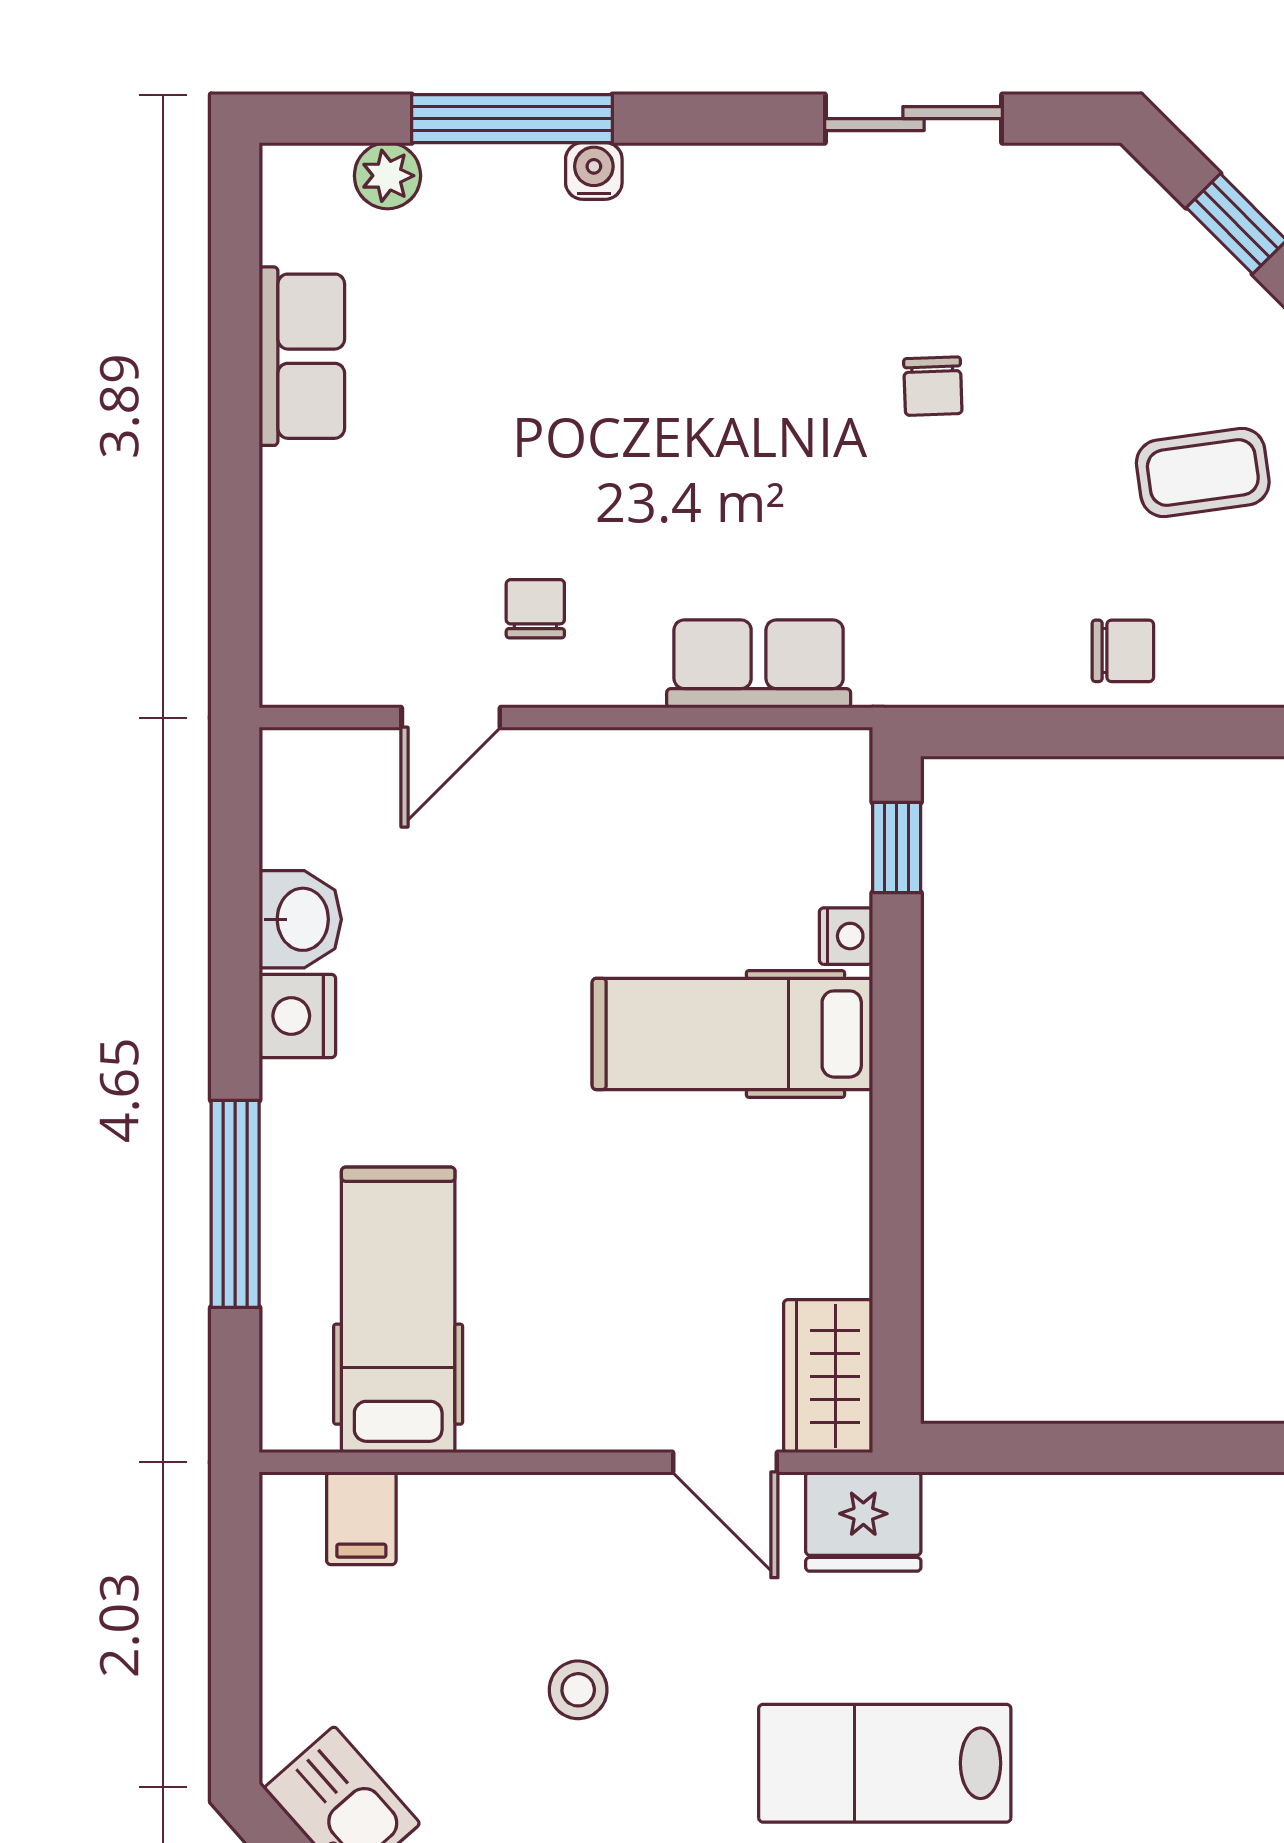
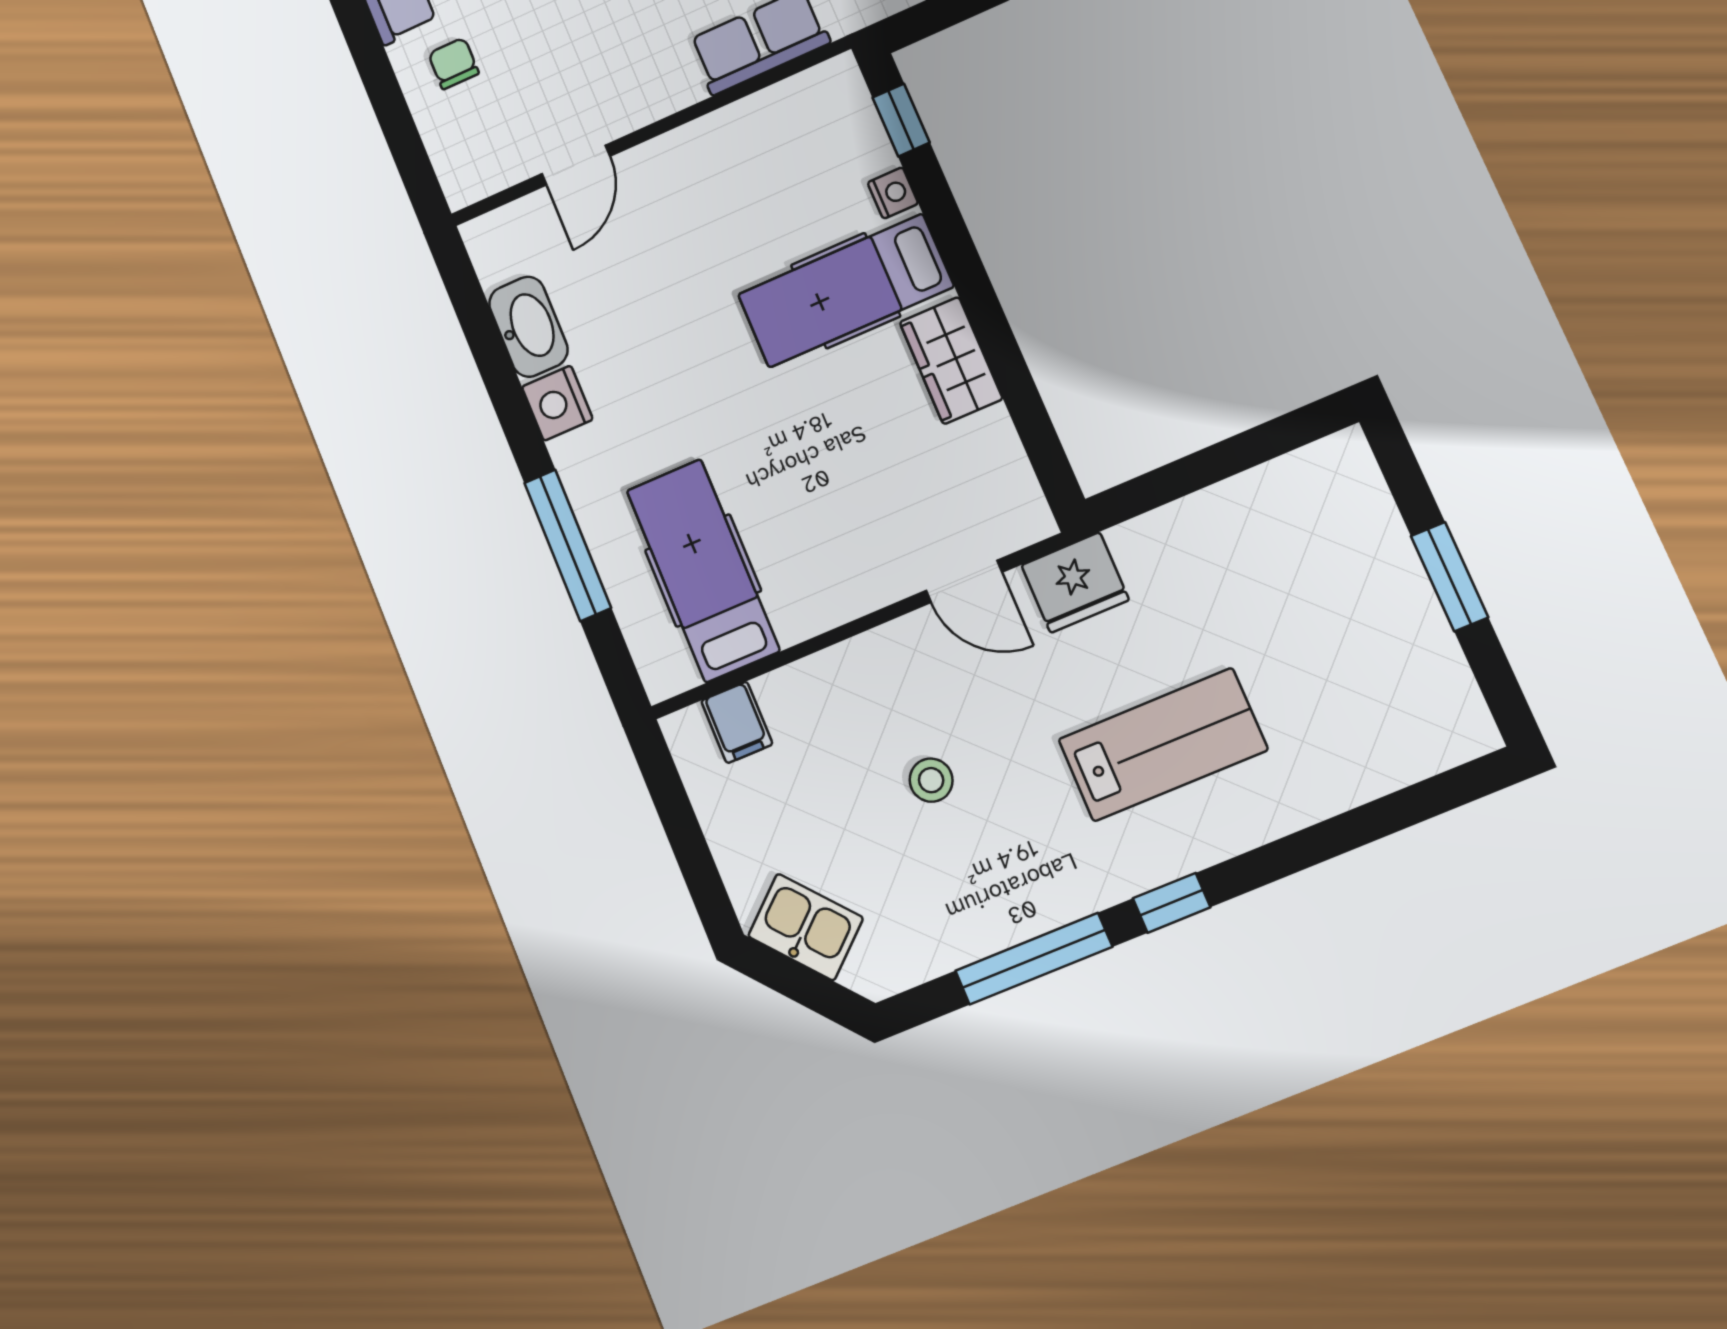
chair: (535, 609) -> (454, 63), moved
washbasin: (300, 919) -> (528, 327), width x1.38
wardrobe: (828, 1376) -> (951, 361), moved
lab bench: (885, 1763) -> (1163, 745), turned 180

